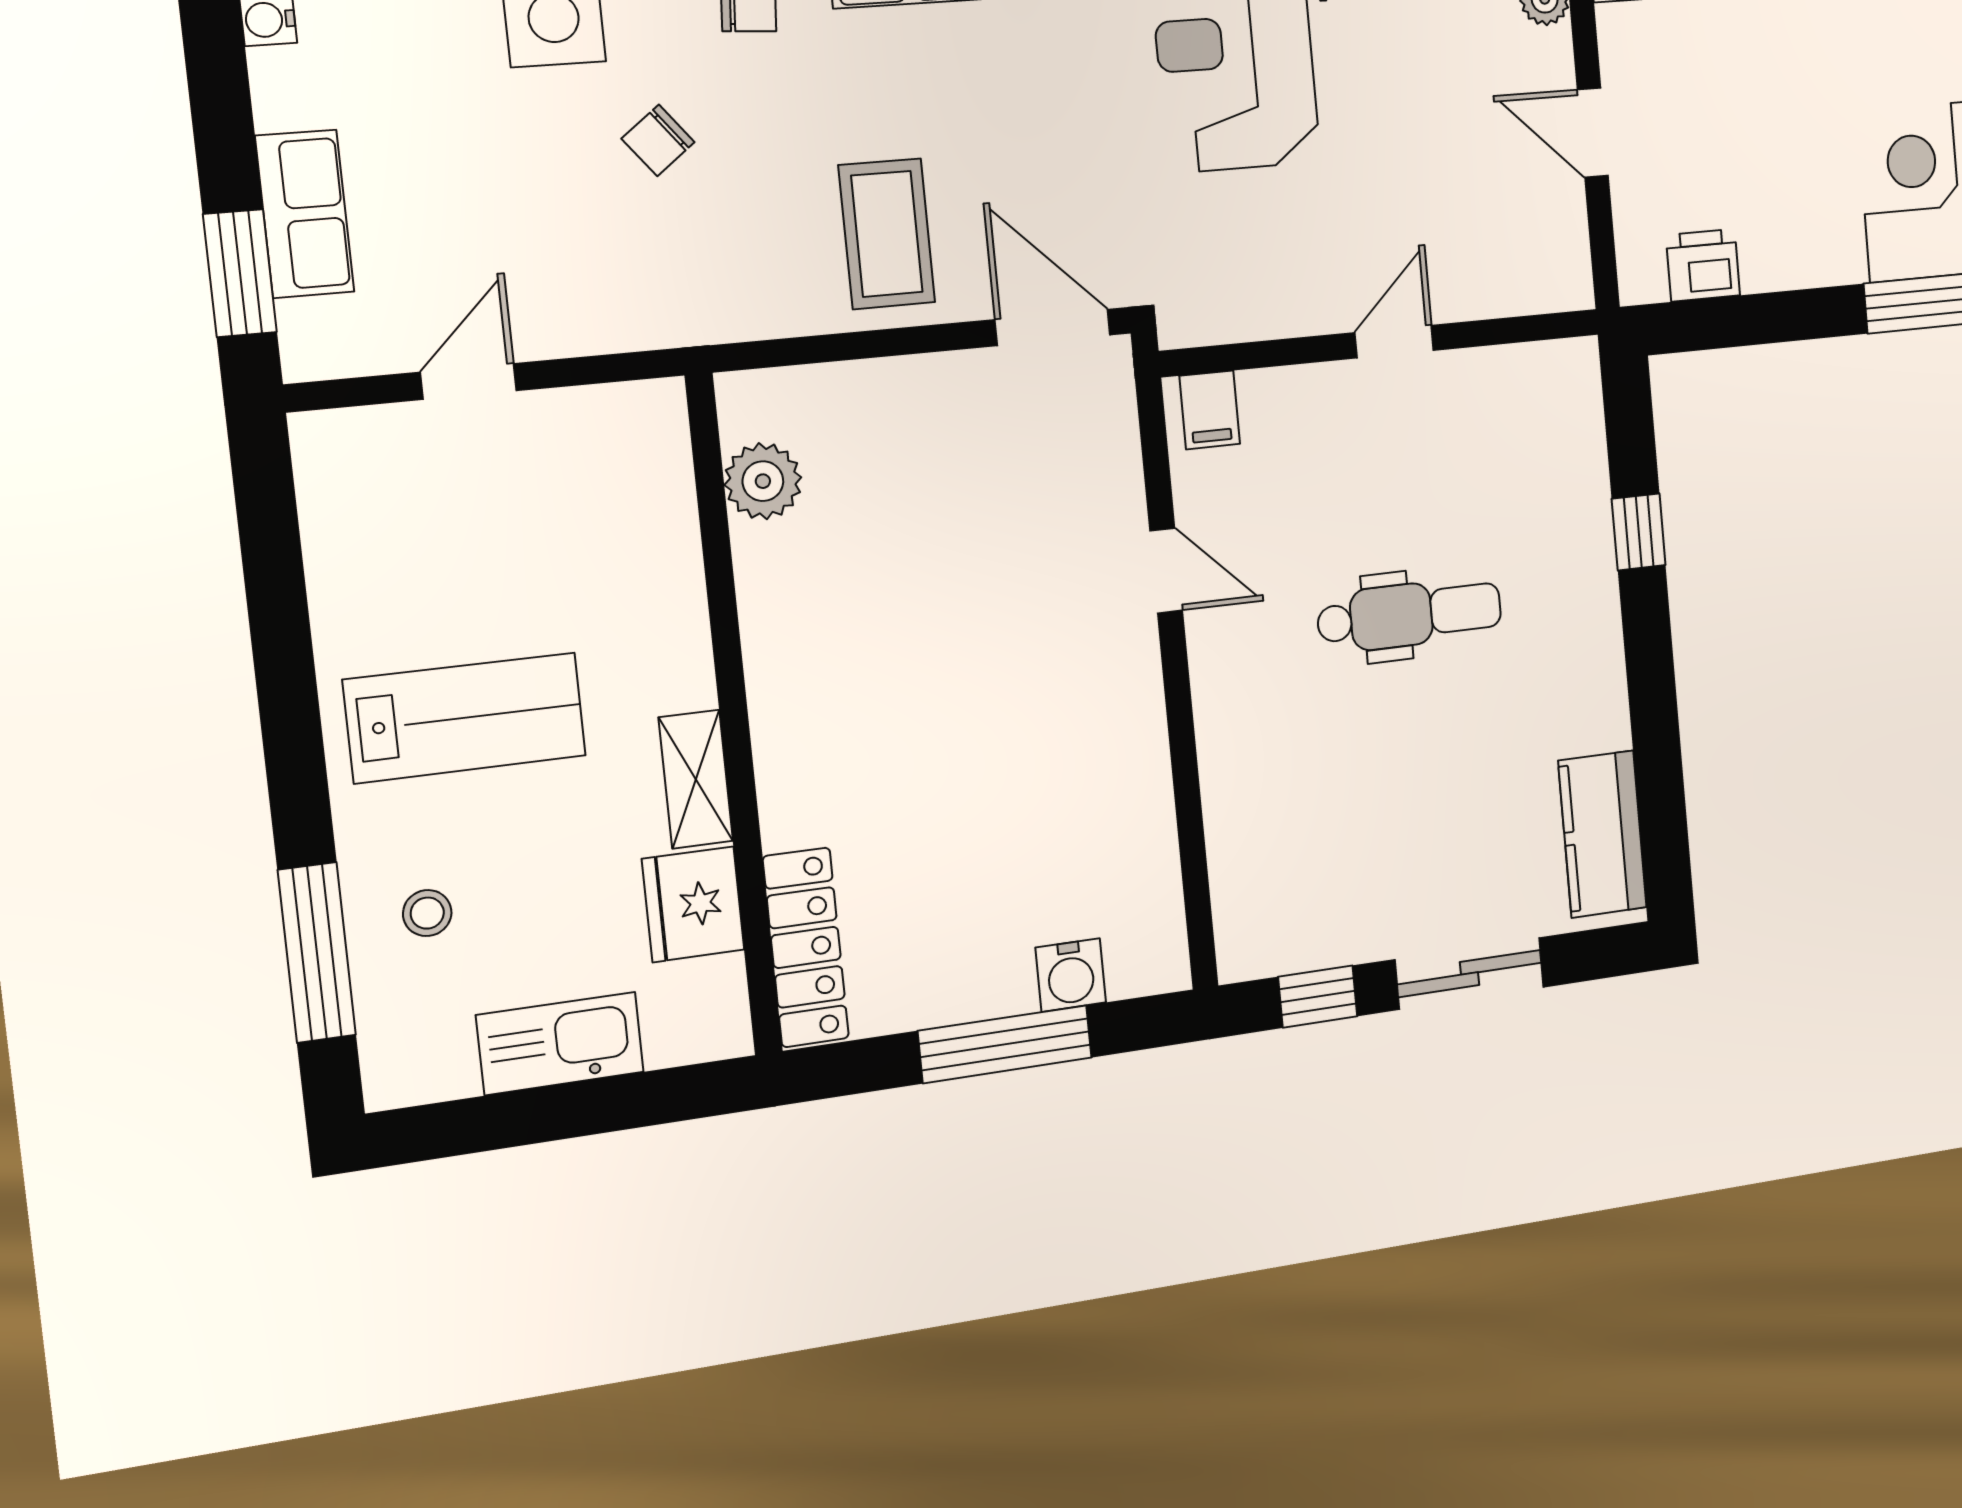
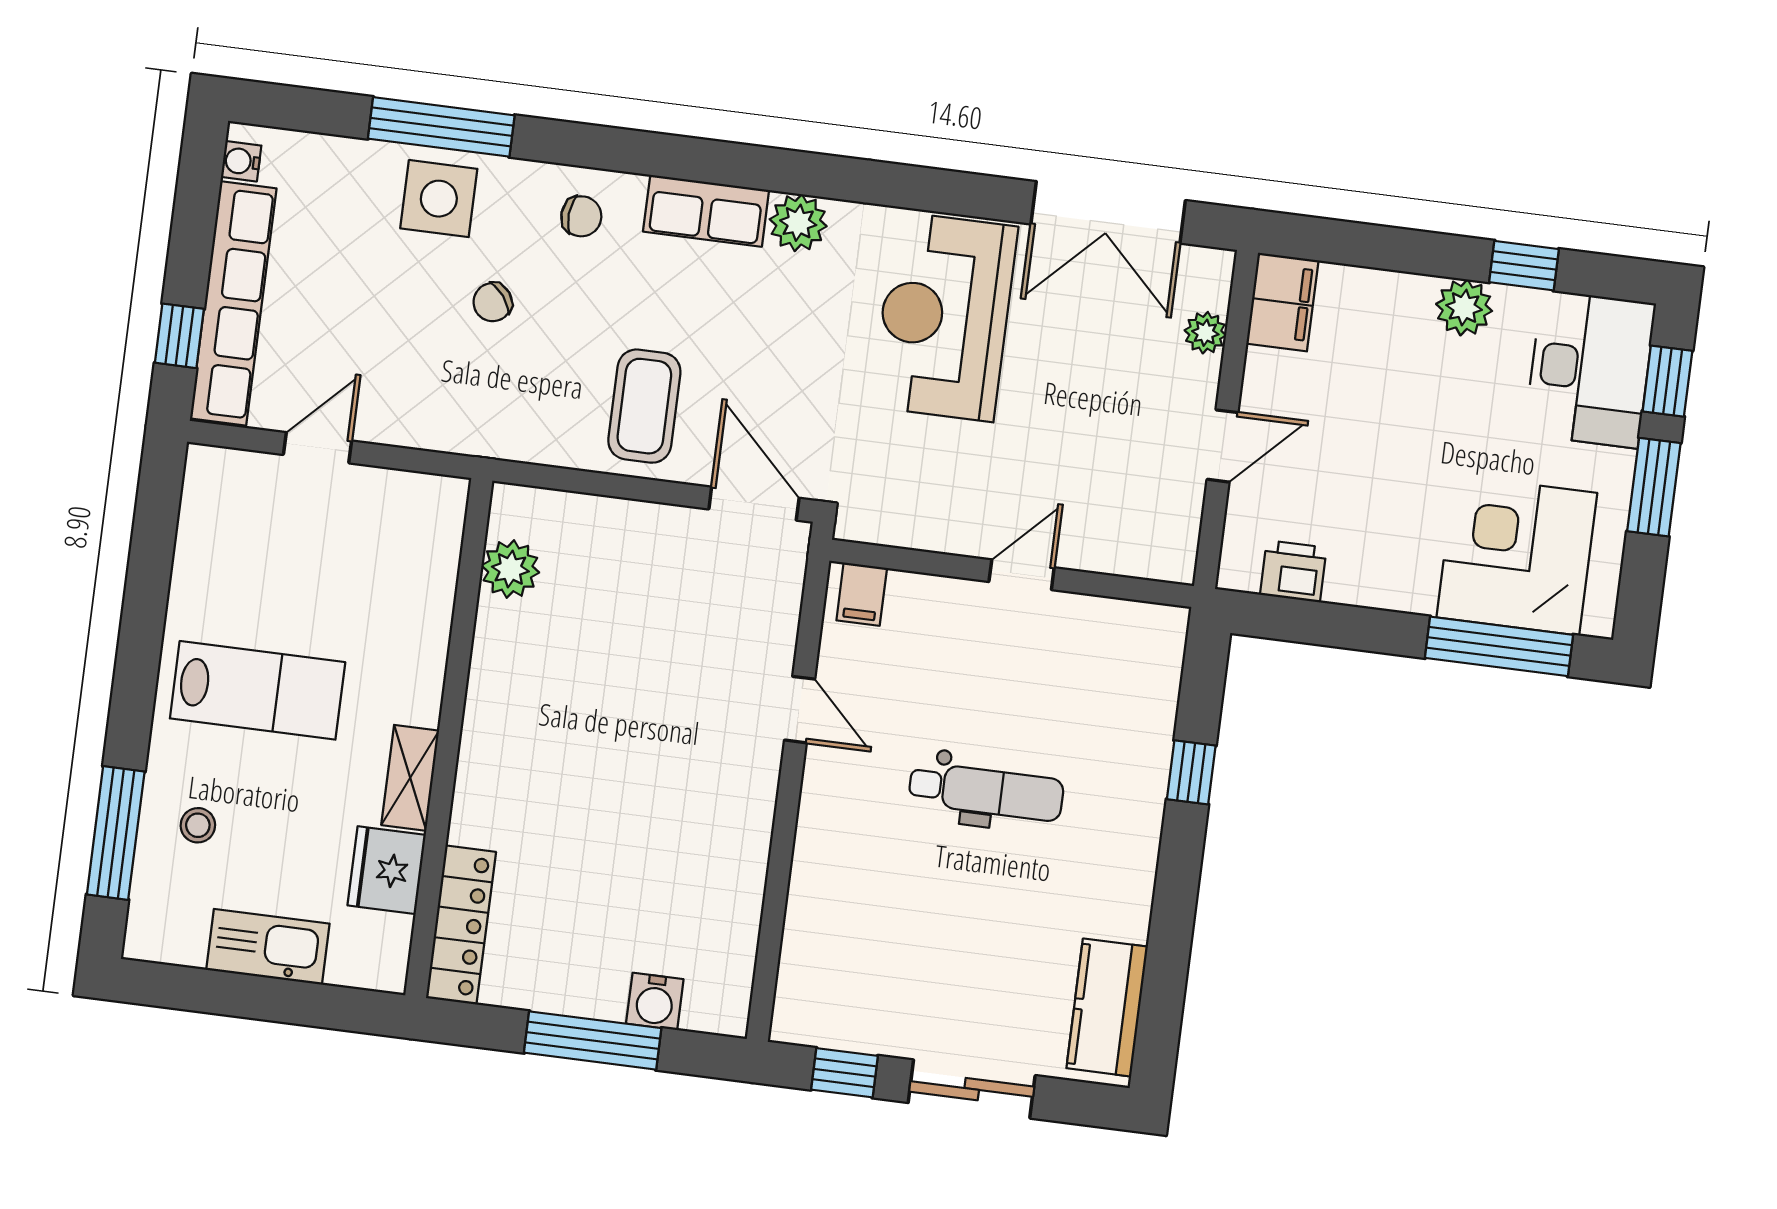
door: (1593, 133) -> (1223, 446), swing flipped
row of seats: (305, 214) -> (233, 303), width x2.02
window: (240, 273) -> (179, 336), width x0.67

